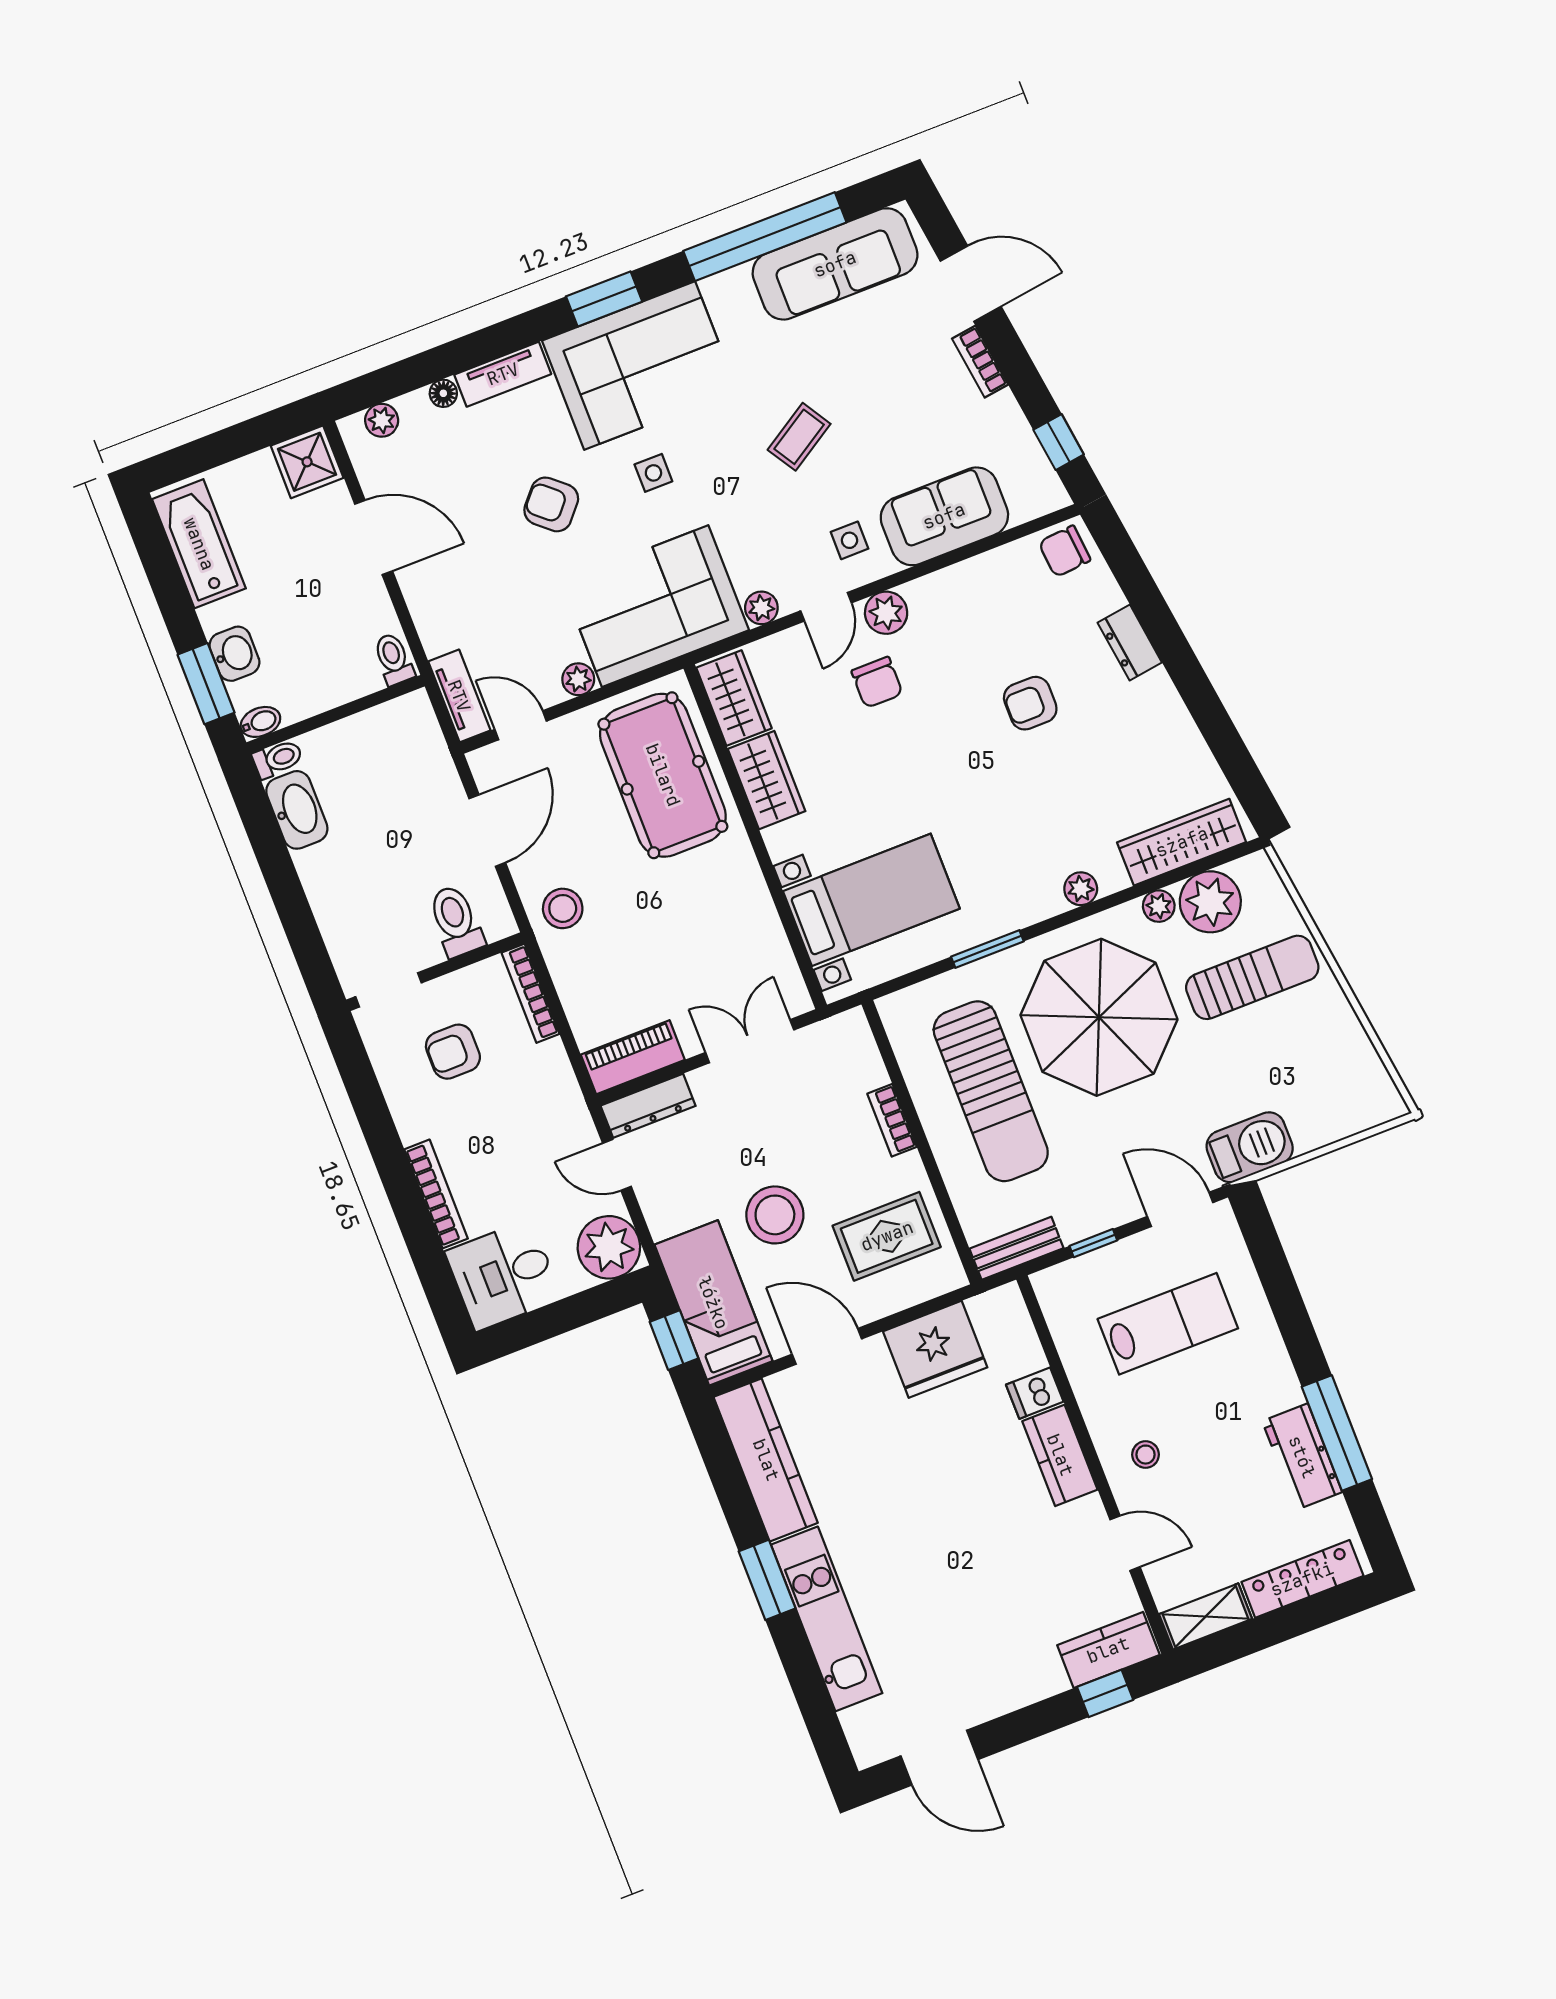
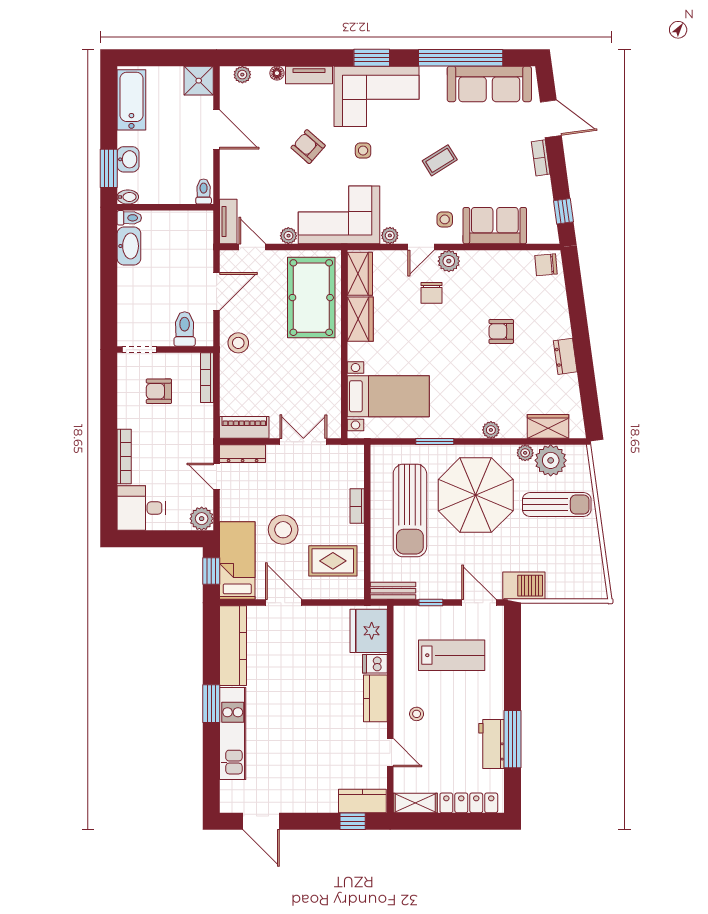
dresser: (1130, 643) -> (565, 356), moved
wardrobe: (1182, 842) -> (548, 426), width x0.67
plant: (609, 1247) -> (202, 519), width x0.73, depth x0.73
fridge: (935, 1349) -> (369, 631), moved, turned 90

